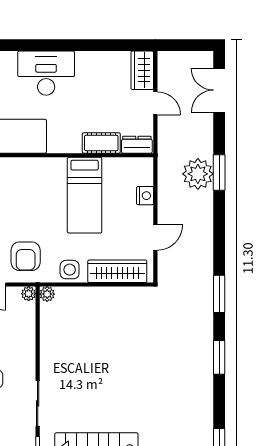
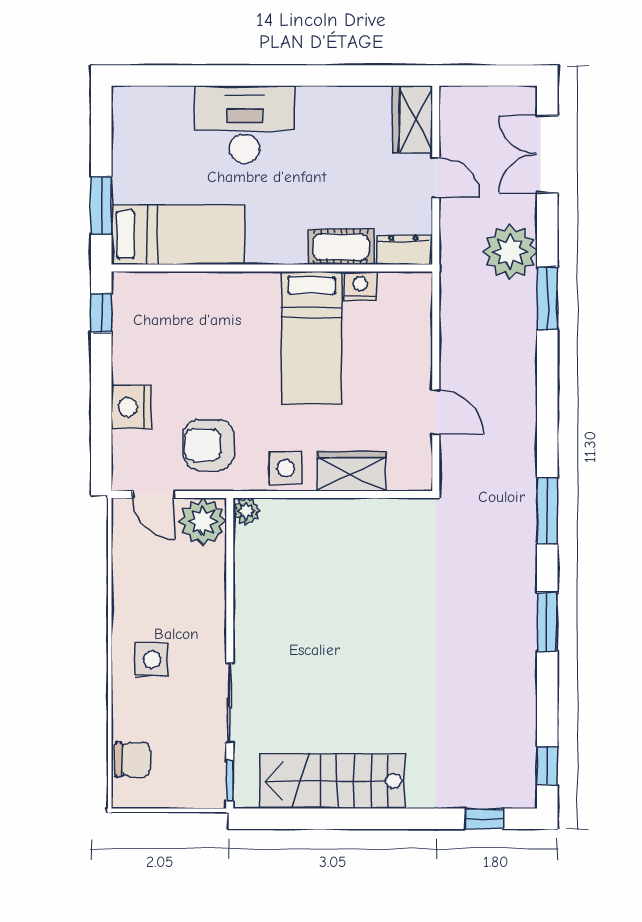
plant: (198, 174) -> (510, 252), moved
nightstand: (145, 196) -> (360, 286), moved, turned -90
door: (155, 237) -> (436, 412), hinge flipped
armchair: (26, 256) -> (209, 445), turned 90
wardrobe: (117, 271) -> (352, 471), width x0.67
plant: (29, 294) -> (203, 521), width x1.88, depth x1.88

